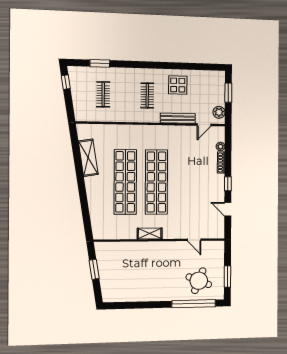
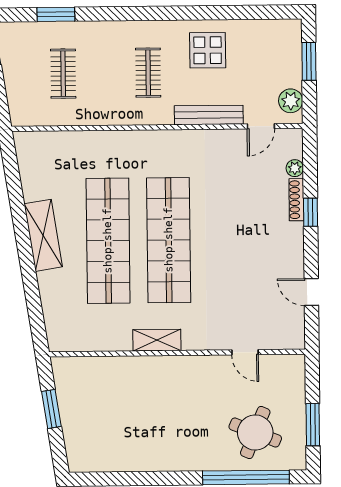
shelving: (88, 158) -> (43, 235), moved
window: (228, 184) -> (311, 212), moved

